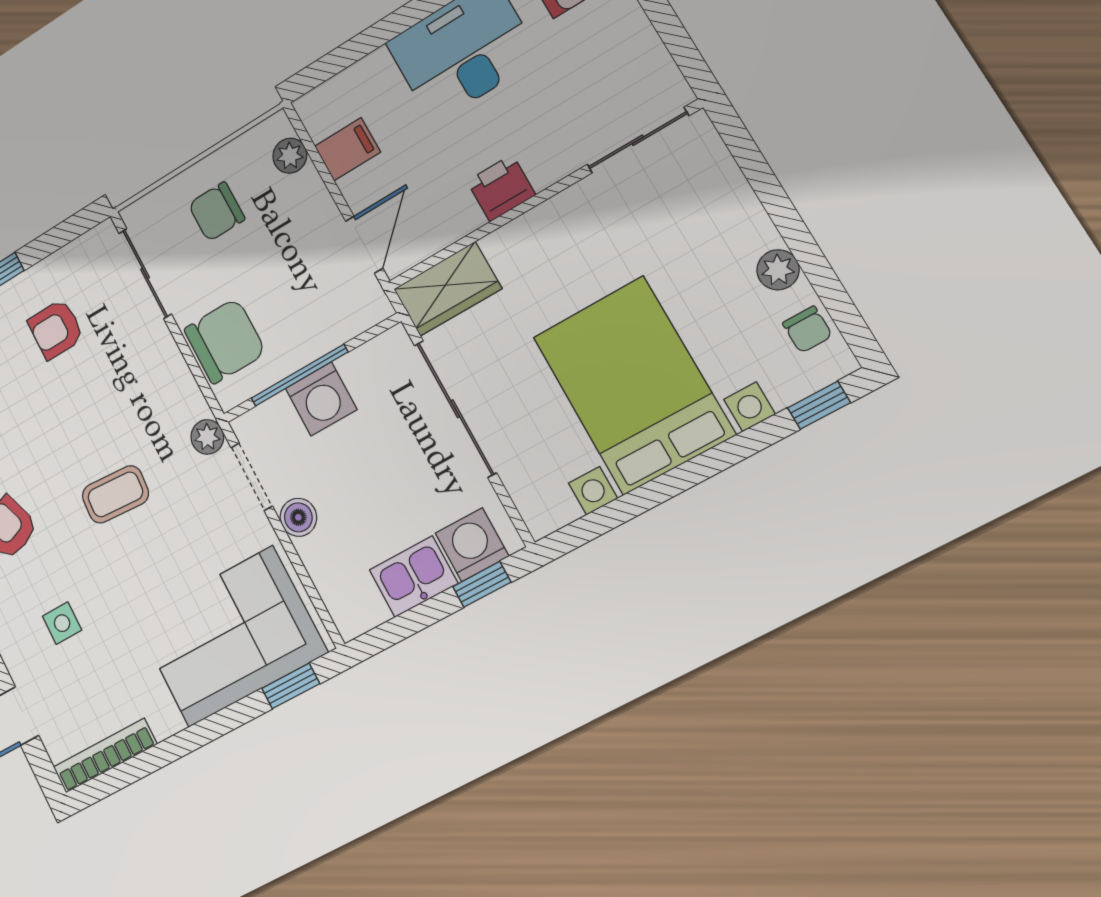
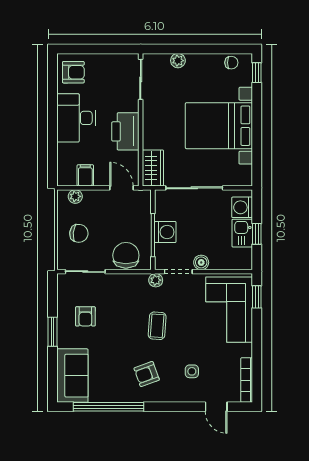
printer: (501, 188) -> (125, 131), width x1.87, depth x1.48
chair: (217, 212) -> (79, 233), turned -84
plant: (778, 270) -> (178, 61), moved
window: (482, 584) -> (257, 234), moved

